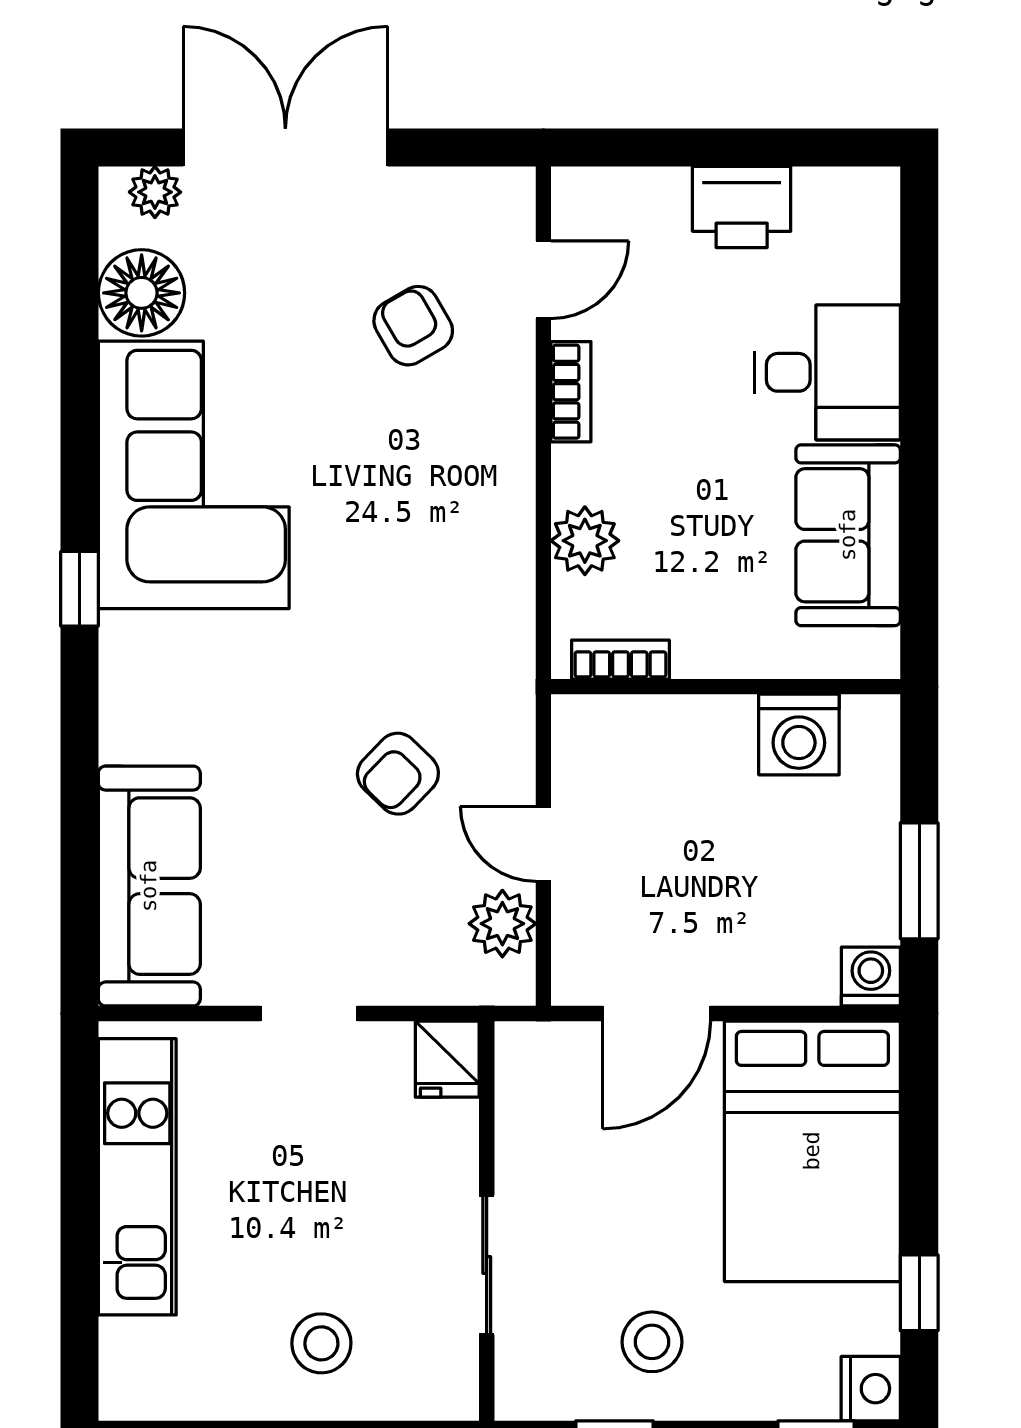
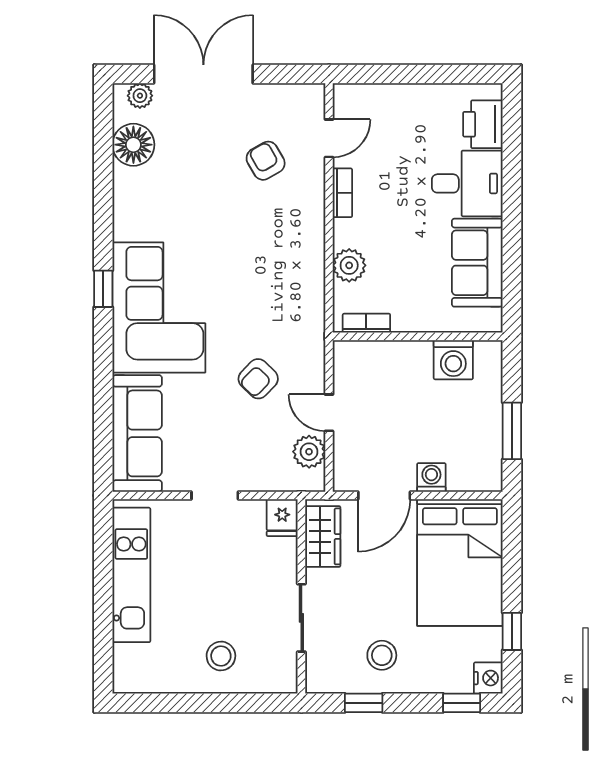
printer: (742, 207) -> (483, 124), moved, turned 90
corner sofa: (194, 475) -> (159, 308), moved
washing machine: (871, 977) -> (431, 477), moved
wardrobe: (531, 1098) -> (323, 536), added

